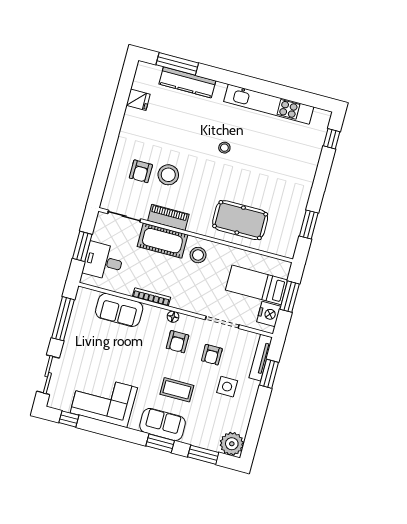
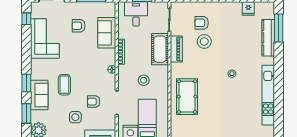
stool: (198, 255) -> (144, 80), moved
armchair: (177, 342) -> (79, 26), moved
sofa: (163, 424) -> (39, 95), moved

